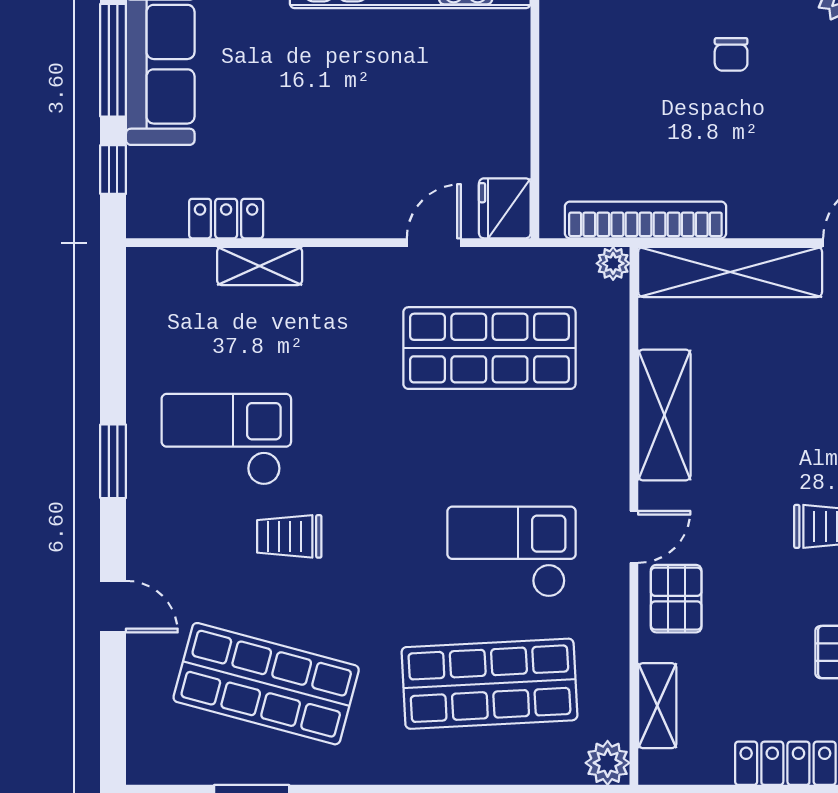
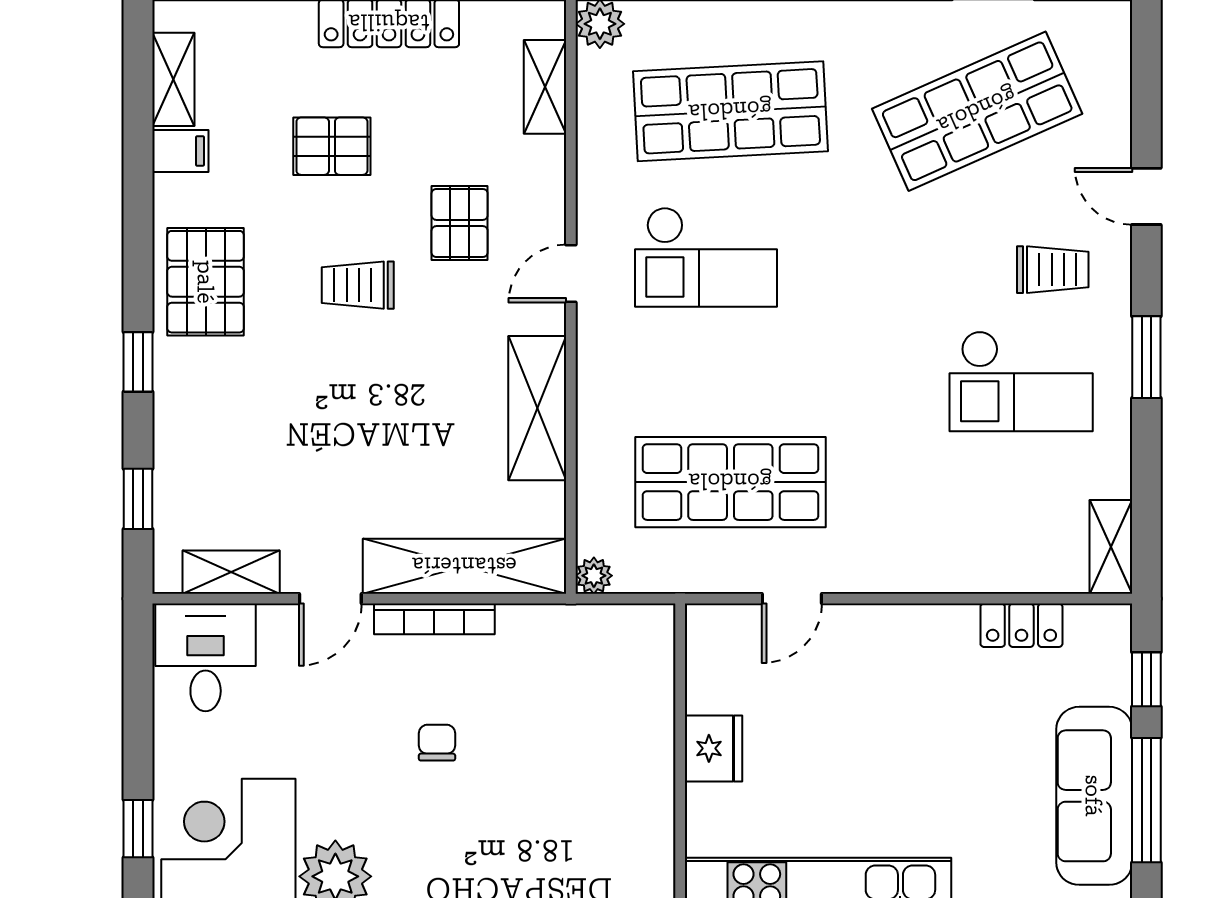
chair: (731, 54) -> (437, 743), moved
fridge: (505, 208) -> (714, 748), moved
bookcase: (645, 220) -> (434, 619), moved, width x0.68, depth x0.76
shelving: (260, 266) -> (1111, 547), moved, turned 90
trolley: (289, 536) -> (1053, 270), moved
pallet: (676, 599) -> (460, 223), moved
shop shelf: (266, 684) -> (977, 111), turned -39

